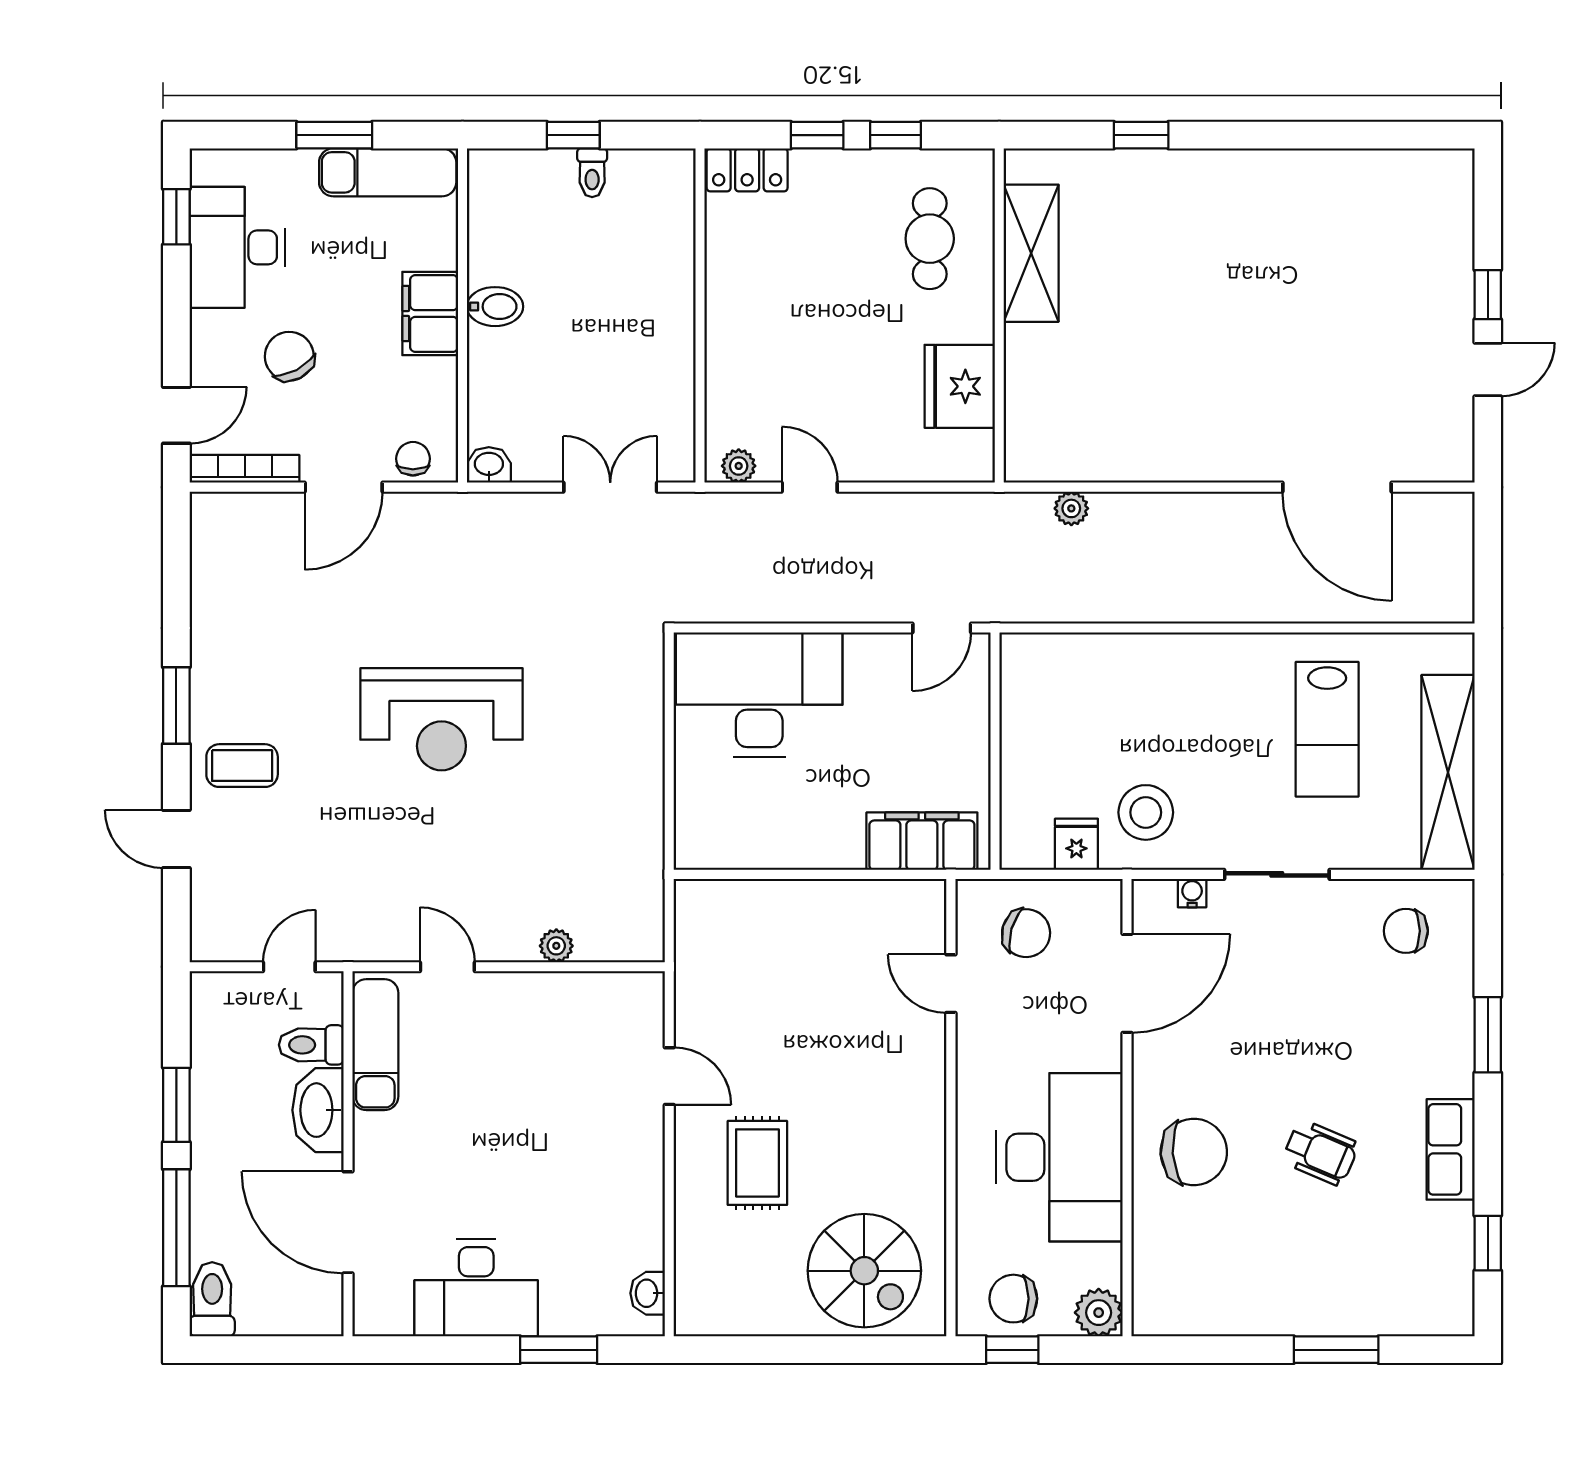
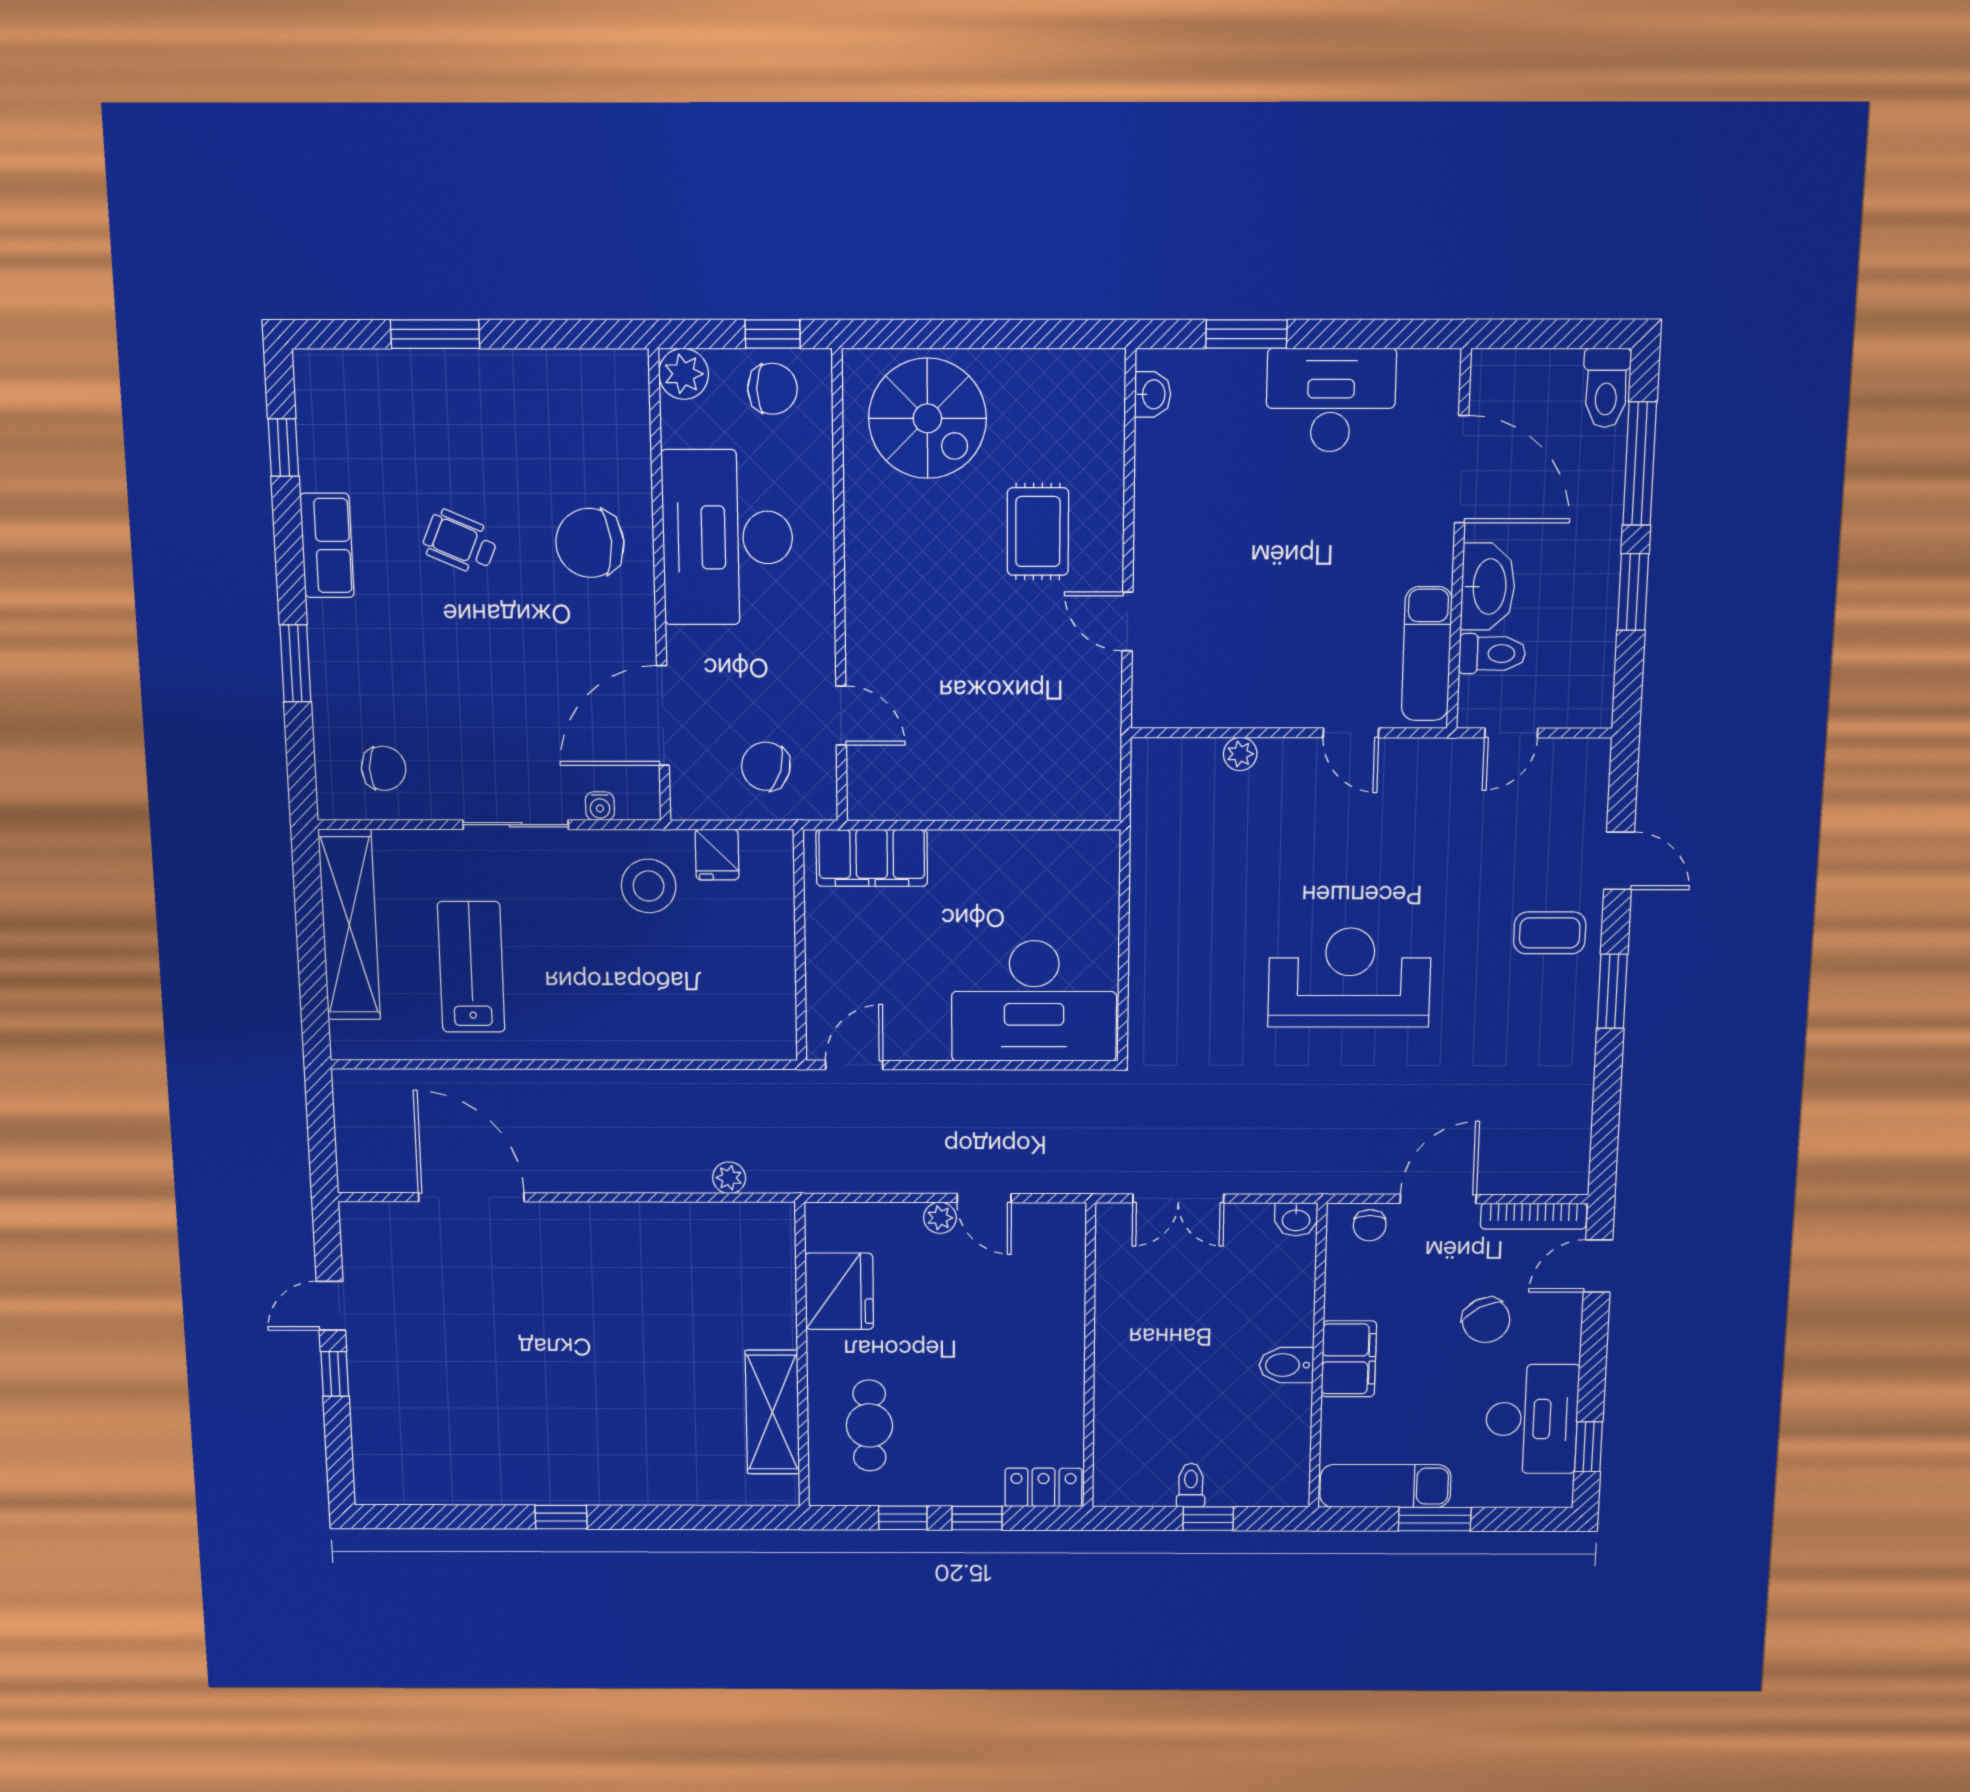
window: (1141, 135) -> (561, 1517), moved
plant: (739, 466) -> (940, 1218), moved
spiral stairs: (864, 1271) -> (927, 418), turned 180

